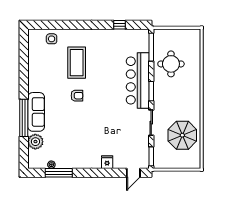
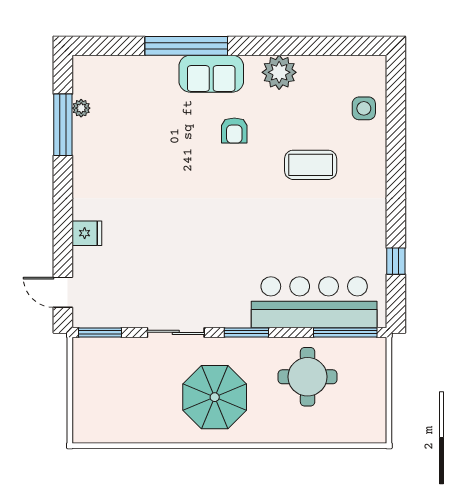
coffee table: (77, 63) -> (311, 165), width x0.73, depth x0.76
bar counter: (138, 81) -> (314, 302), moved
armchair: (77, 96) -> (234, 130), moved
sofa: (36, 112) -> (211, 74), width x0.73
parasol: (182, 135) -> (215, 397), moved
plant: (35, 142) -> (279, 72), moved

